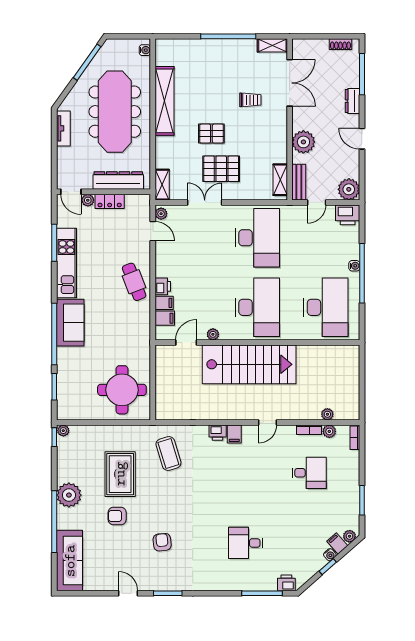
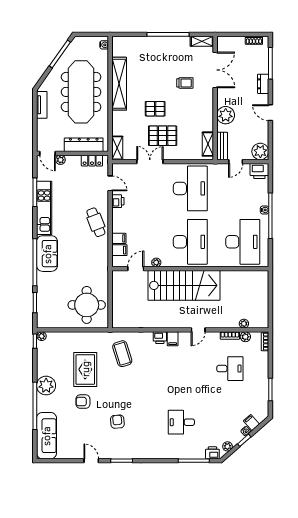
locker: (110, 201) -> (92, 161), moved
plant: (161, 214) -> (117, 170), removed
printer: (163, 286) -> (118, 201), moved
plant: (349, 536) -> (227, 446), moved

